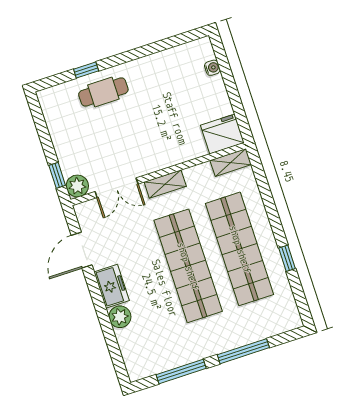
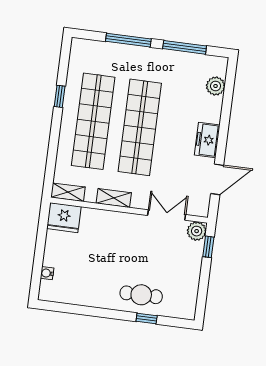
shelving: (165, 184) -> (114, 198), moved
plant: (120, 317) -> (216, 86), moved

